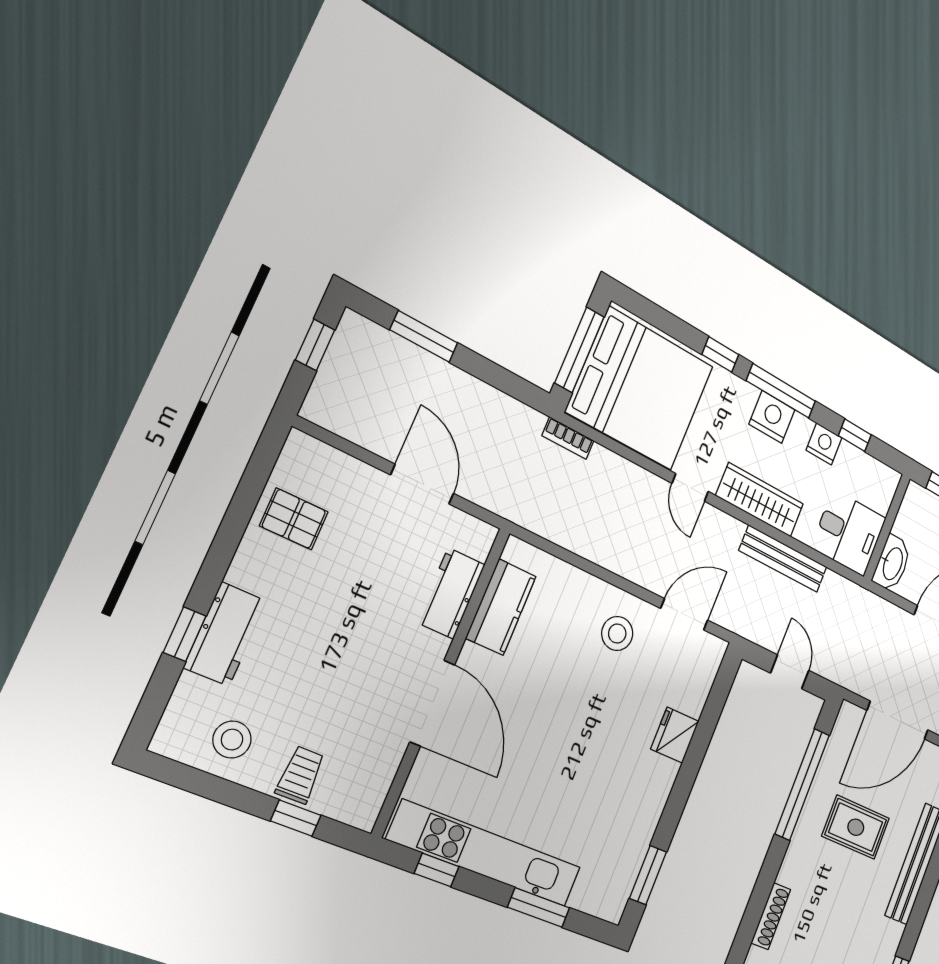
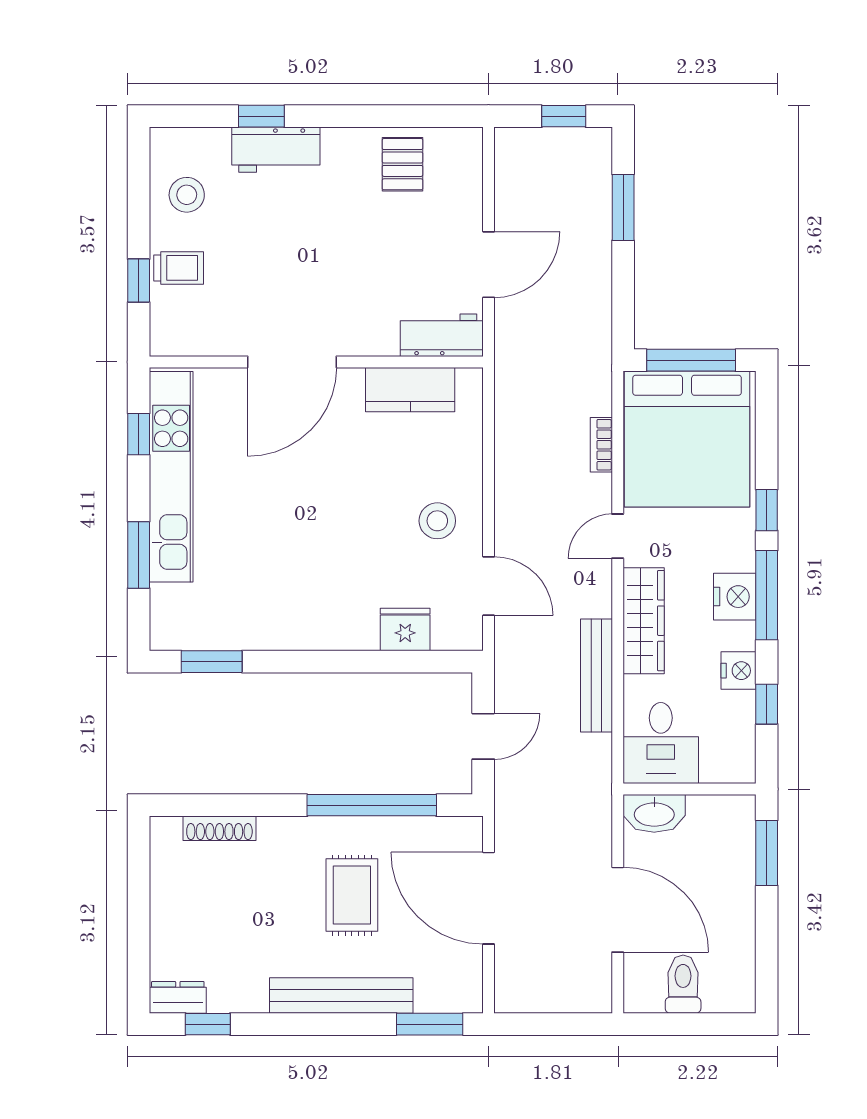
bookcase: (568, 438) -> (601, 445), moved
workbench: (451, 593) -> (442, 335), moved
fridge: (675, 735) -> (405, 630), moved

